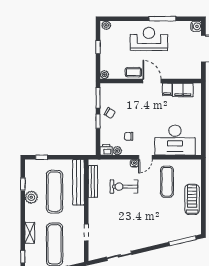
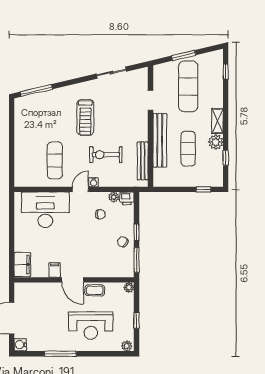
reception desk: (149, 39) -> (91, 326), moved
filing cabinet: (183, 90) -> (22, 265), moved, turned 90
bench: (78, 182) -> (160, 140), moved
exercise bike: (124, 187) -> (106, 155), turned 180
exercise mat: (55, 192) -> (188, 149), width x0.73, depth x0.69
treadmill: (192, 199) -> (85, 117), moved
shelving: (30, 233) -> (217, 121), moved

